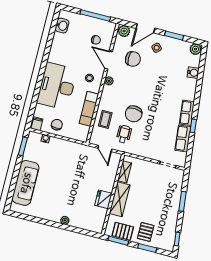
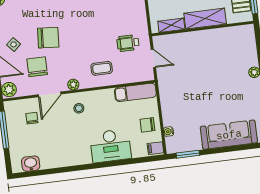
desk: (57, 86) -> (110, 146), width x0.73, depth x0.77
exam couch: (89, 109) -> (135, 92), moved
chair: (134, 114) -> (48, 38), moved
coffee table: (105, 119) -> (102, 68), moved
door: (105, 149) -> (153, 59), hinge flipped
fridge: (103, 199) -> (213, 37), removed

